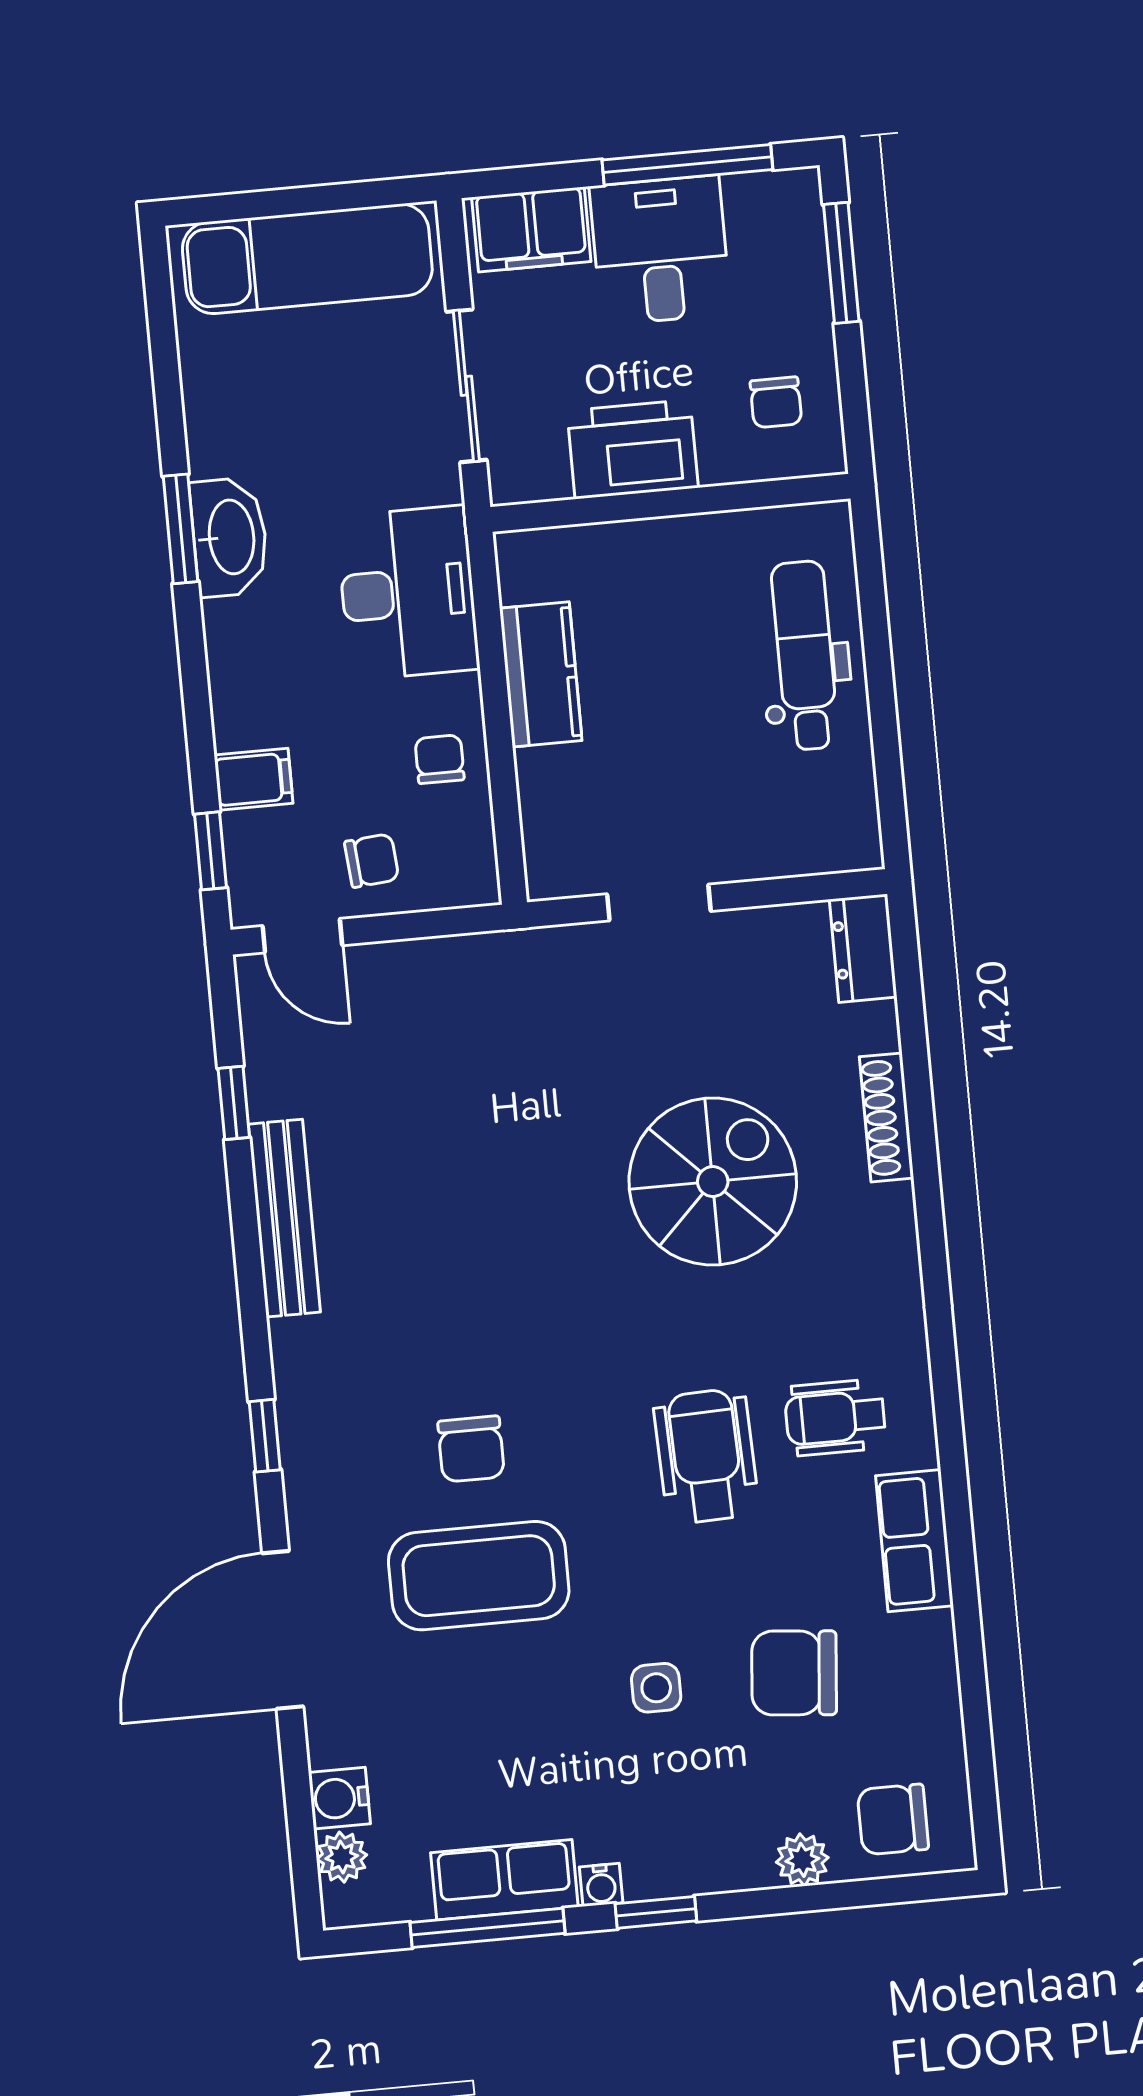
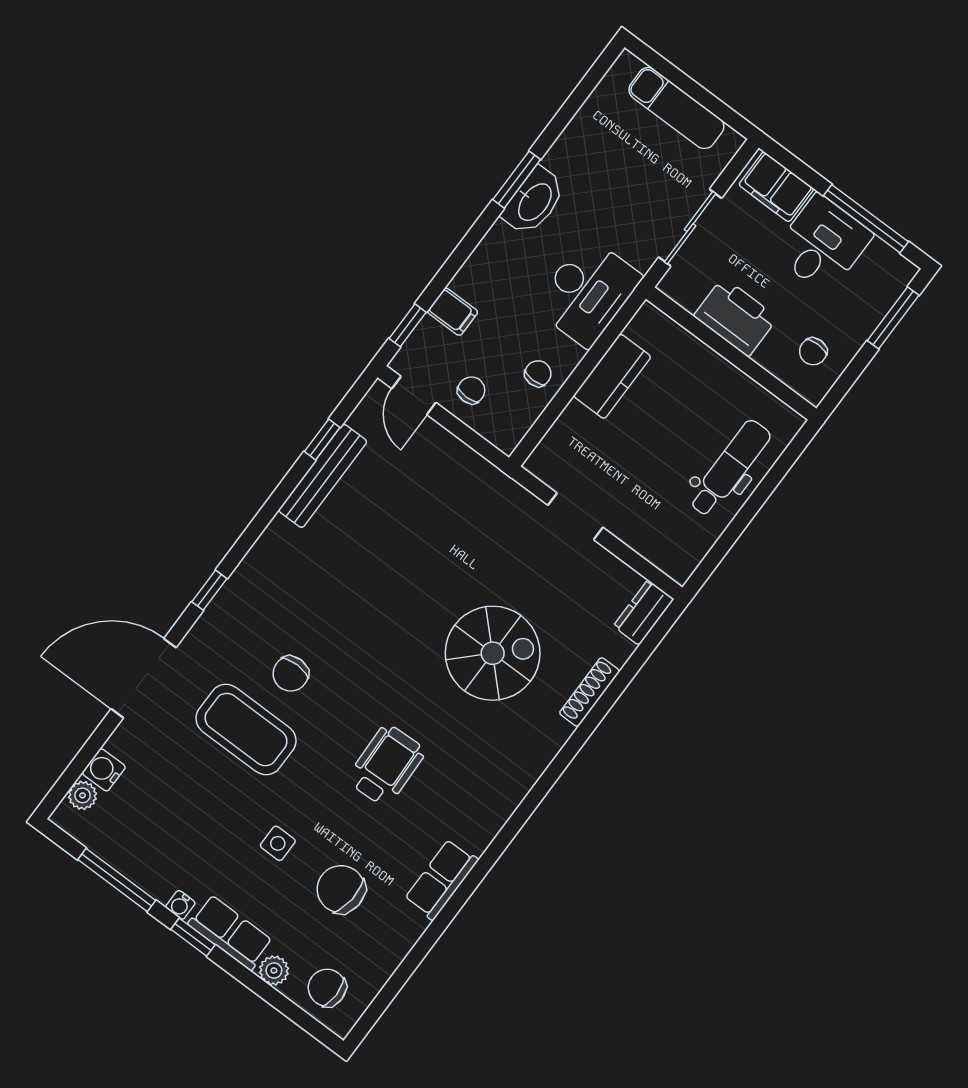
exam couch: (307, 259) -> (676, 108), width x0.73, depth x0.69
chair: (372, 861) -> (471, 390), turned -85
bench: (284, 1218) -> (323, 476), moved
wheelchair: (835, 1417) -> (455, 798), removed
row of seats: (504, 1880) -> (230, 932), moved

